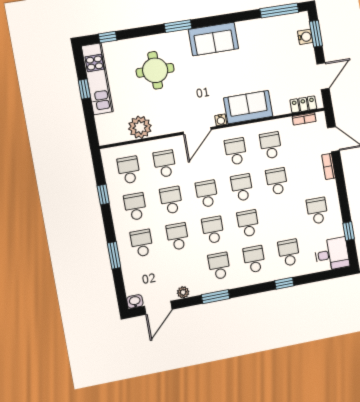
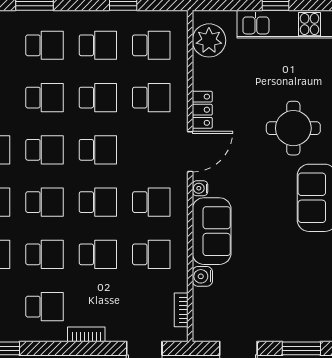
water cooler: (305, 37) -> (202, 276), moved, turned 90
round table: (155, 70) -> (293, 128), moved
locker: (303, 104) -> (202, 110), moved
plant: (140, 127) -> (209, 40), moved
door: (197, 131) -> (190, 152), swing flipped
bookcase: (329, 166) -> (86, 334), moved
school desk: (283, 217) -> (44, 254), added

